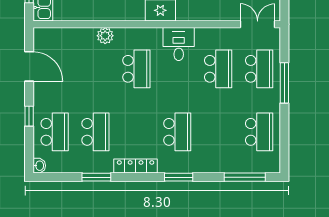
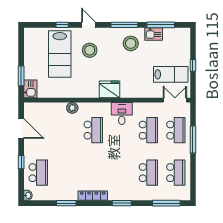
school desk: (95, 132) -> (66, 173), removed
school desk: (177, 132) -> (148, 173), moved

